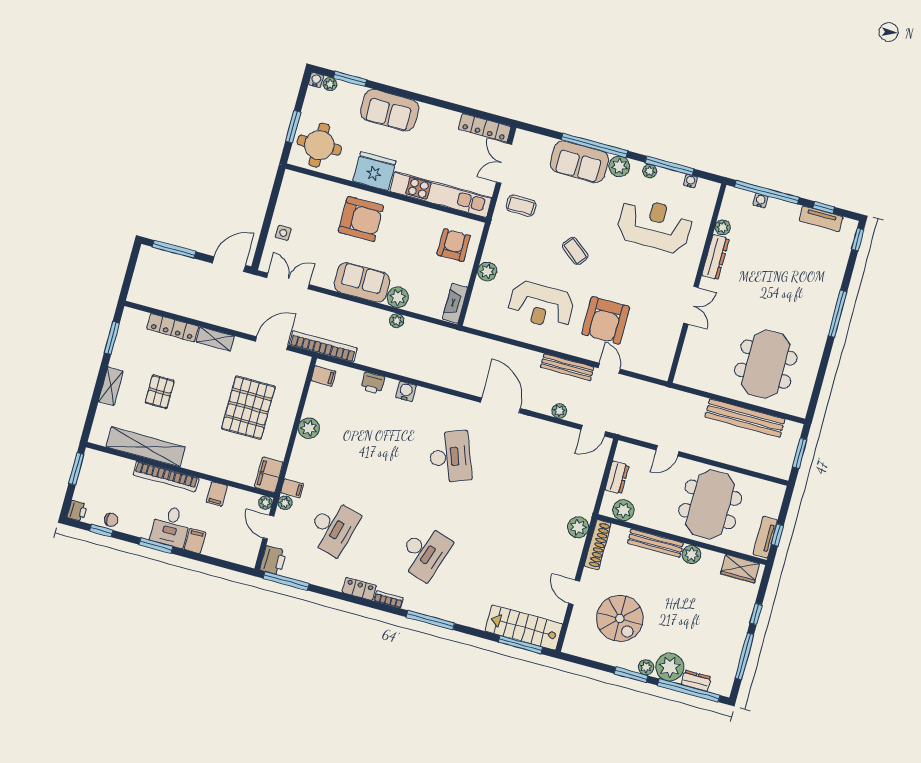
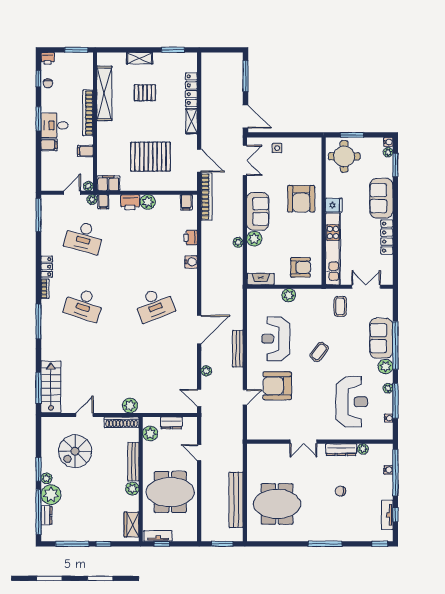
locker: (485, 128) -> (387, 237), moved
fridge: (374, 171) -> (334, 205), width x0.53, depth x0.75
chair: (772, 273) -> (340, 491), added
bench: (567, 367) -> (238, 349), moved
printer: (273, 560) -> (130, 202), moved

